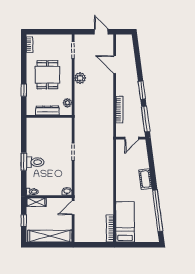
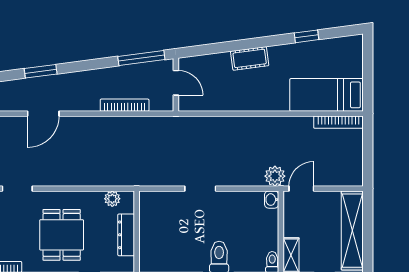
dining table: (47, 75) -> (62, 235), turned 90
plant: (80, 78) -> (275, 176), moved
window: (142, 90) -> (41, 71), moved
door: (73, 208) -> (301, 189), swing flipped
window: (158, 211) -> (307, 36), width x0.32

